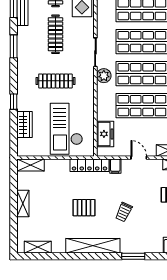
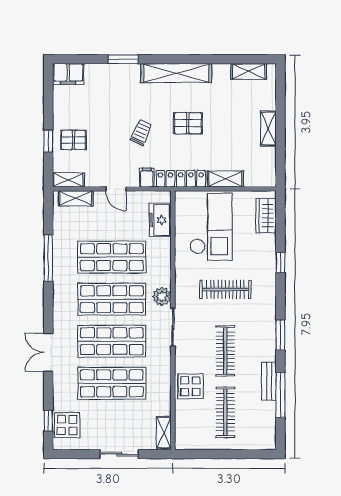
wardrobe: (24, 125) -> (266, 216), moved
shelving: (30, 165) -> (225, 179), moved
trolley: (124, 212) -> (141, 132), moved

